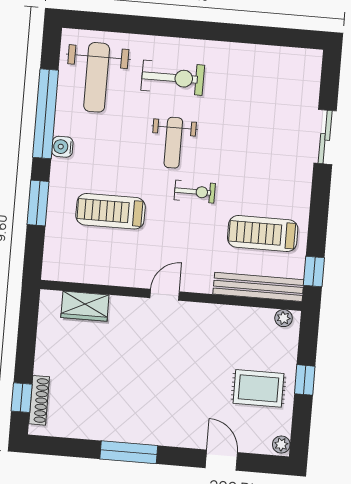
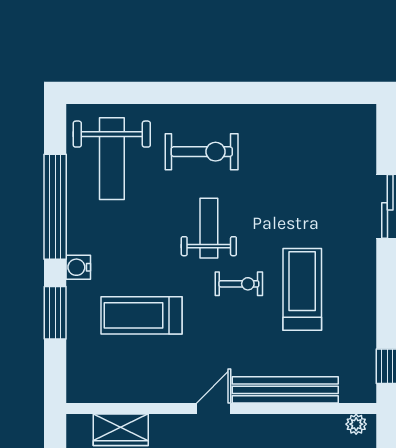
weight bench: (173, 143) -> (209, 228), turned 180
water cooler: (62, 147) -> (78, 267), moved
treadmill: (263, 234) -> (302, 289), moved, turned 90
bench: (258, 287) -> (285, 390), moved

